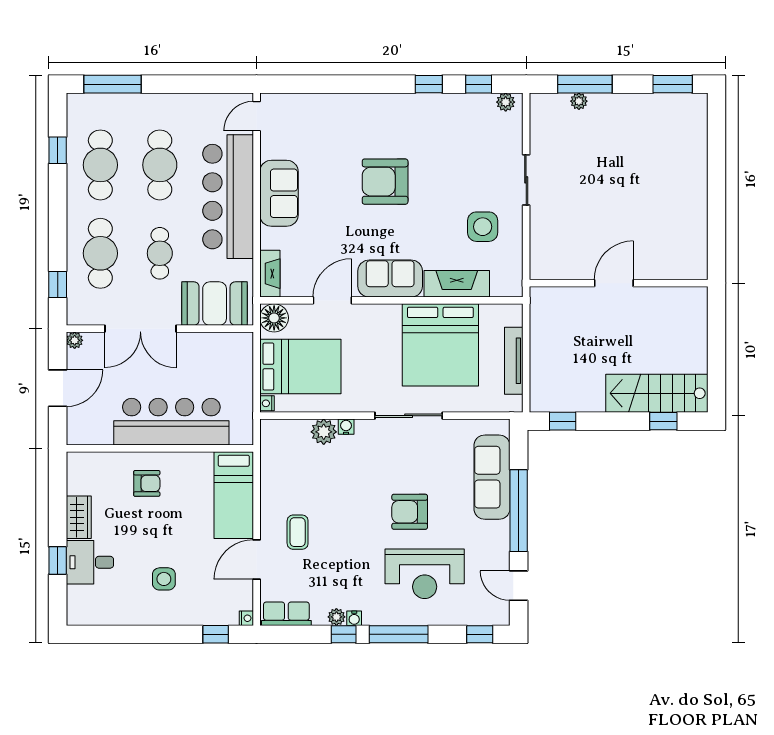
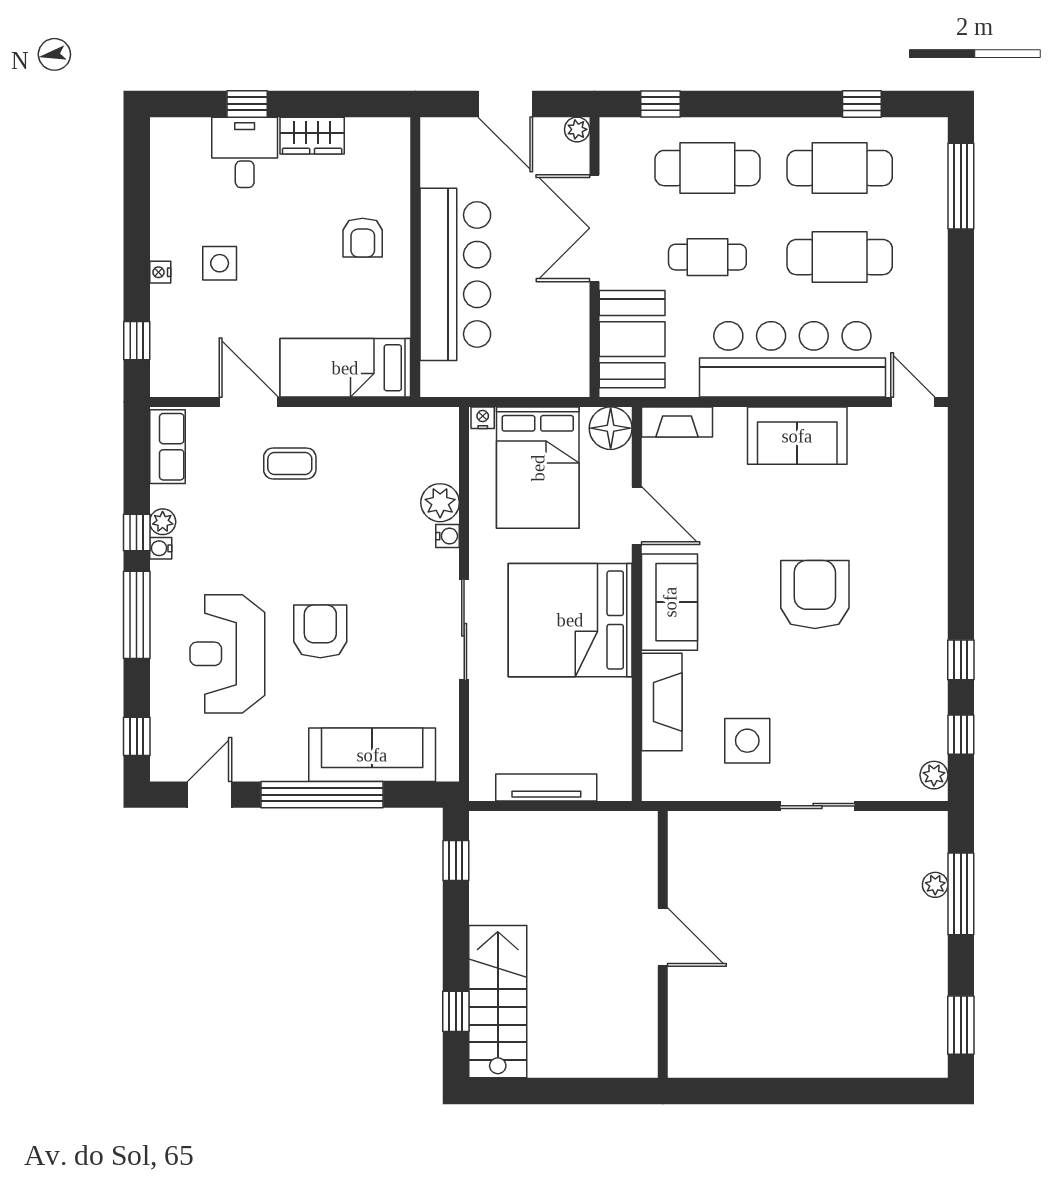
bed: (440, 345) -> (570, 620), moved
nightstand: (246, 618) -> (160, 272), moved, turned 90

